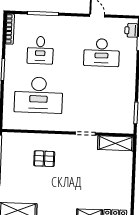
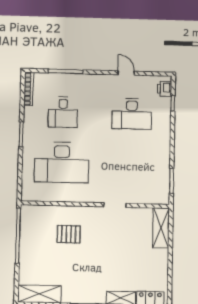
shelving: (116, 143) -> (161, 228), moved, turned 90

